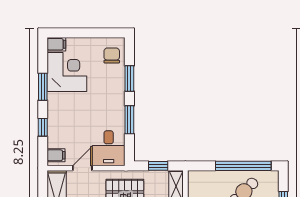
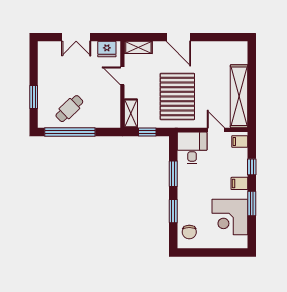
filing cabinet: (56, 44) -> (239, 183), moved
door: (82, 168) -> (216, 130), swing flipped

